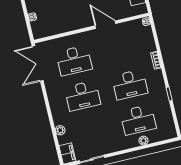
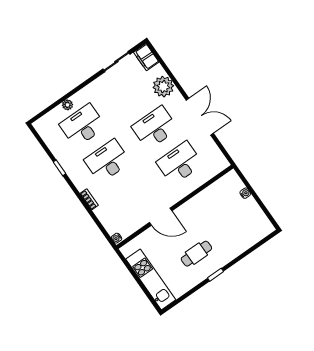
double door: (38, 63) -> (200, 117), moved
plant: (60, 130) -> (163, 87), width x1.87, depth x1.87

